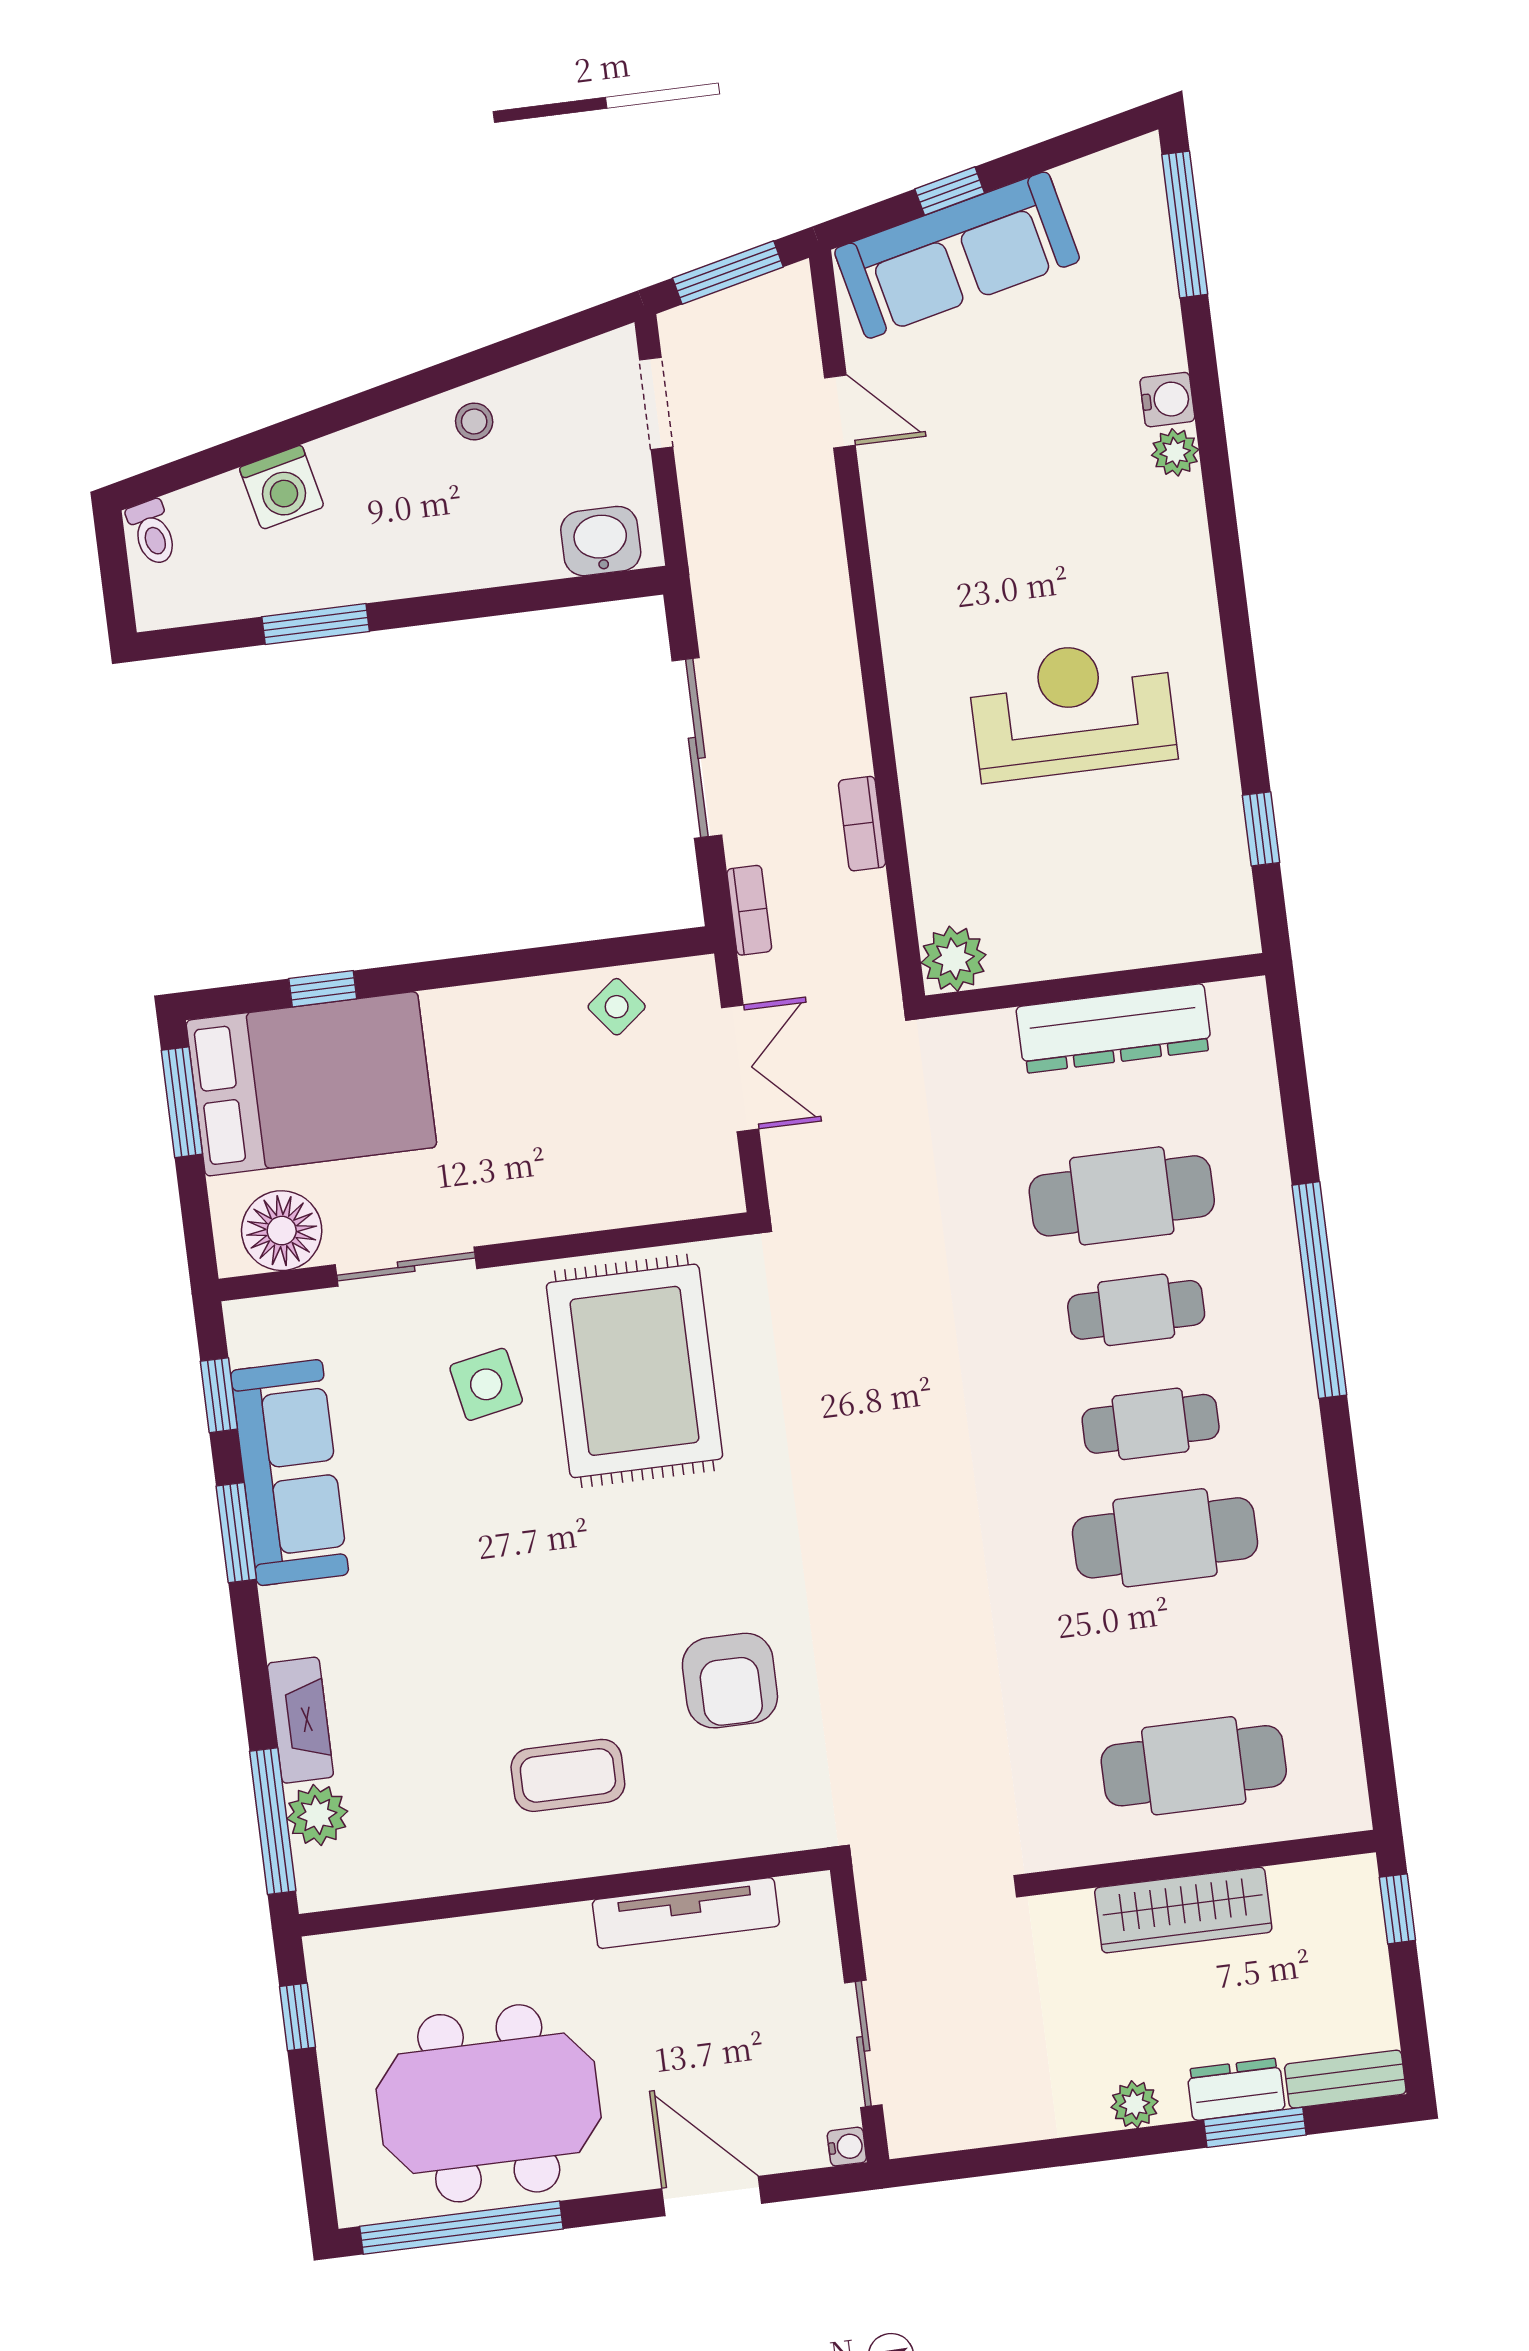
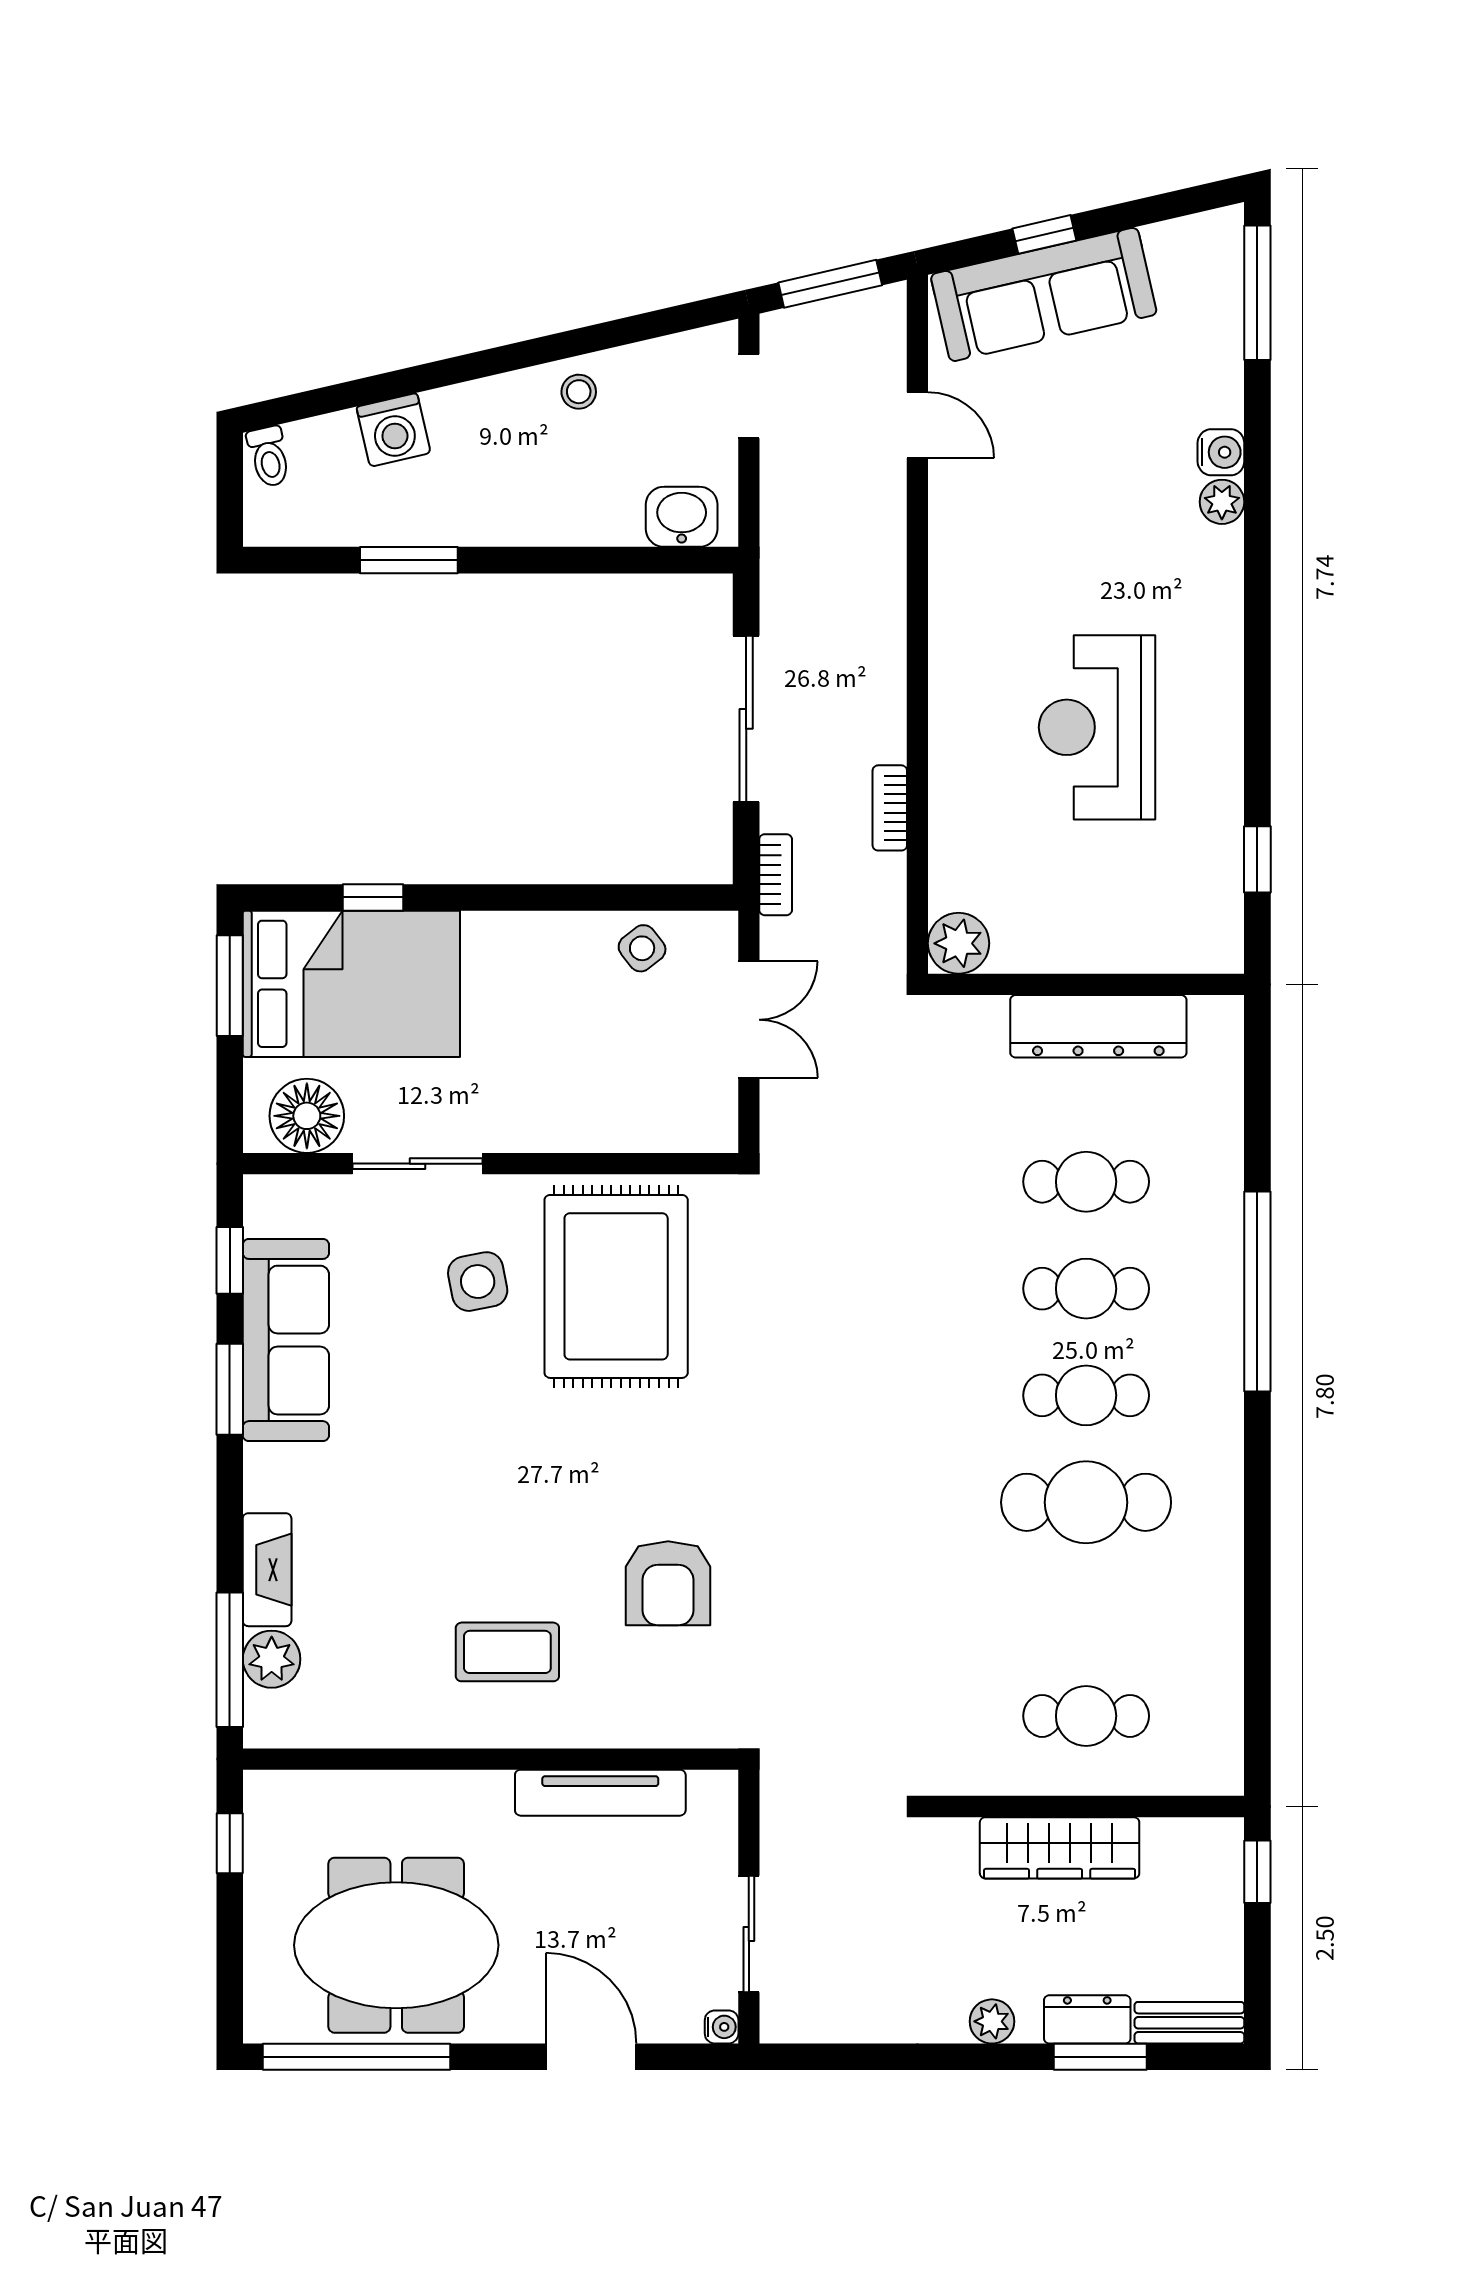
reception desk: (1072, 710) -> (1097, 727), turned -90
cafe table: (1122, 1196) -> (1086, 1182), width x0.73, depth x0.74
cafe table: (1194, 1766) -> (1086, 1716), width x0.73, depth x0.74

